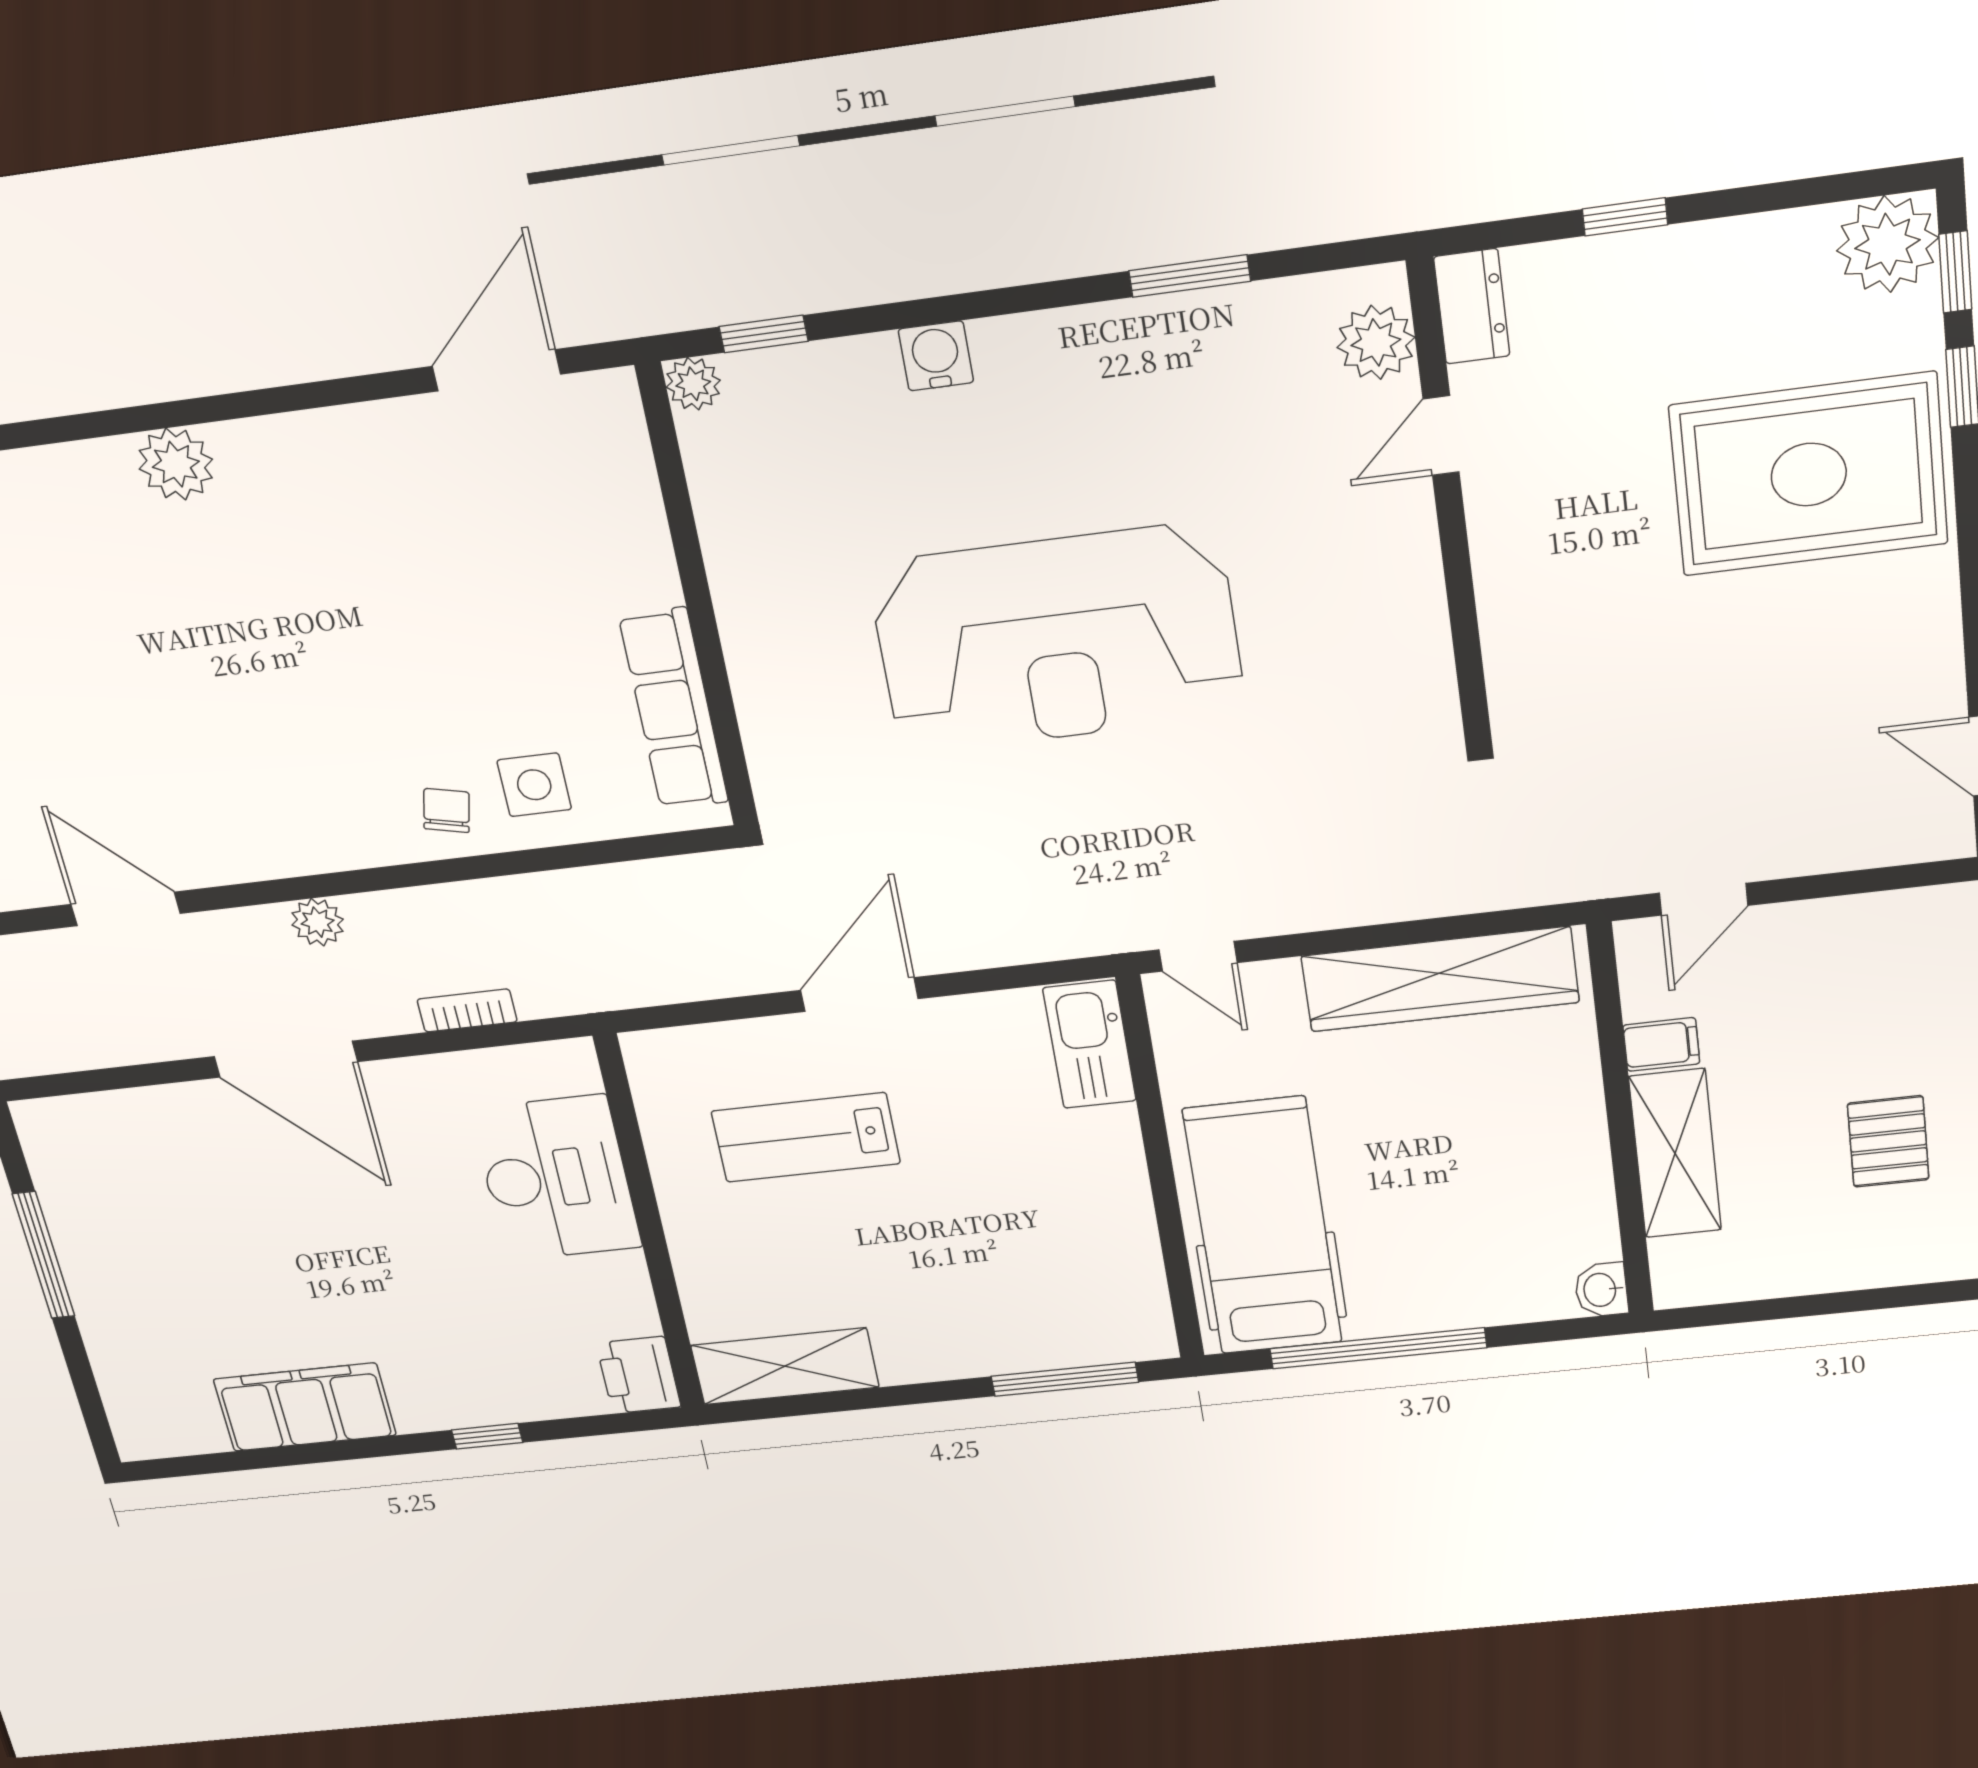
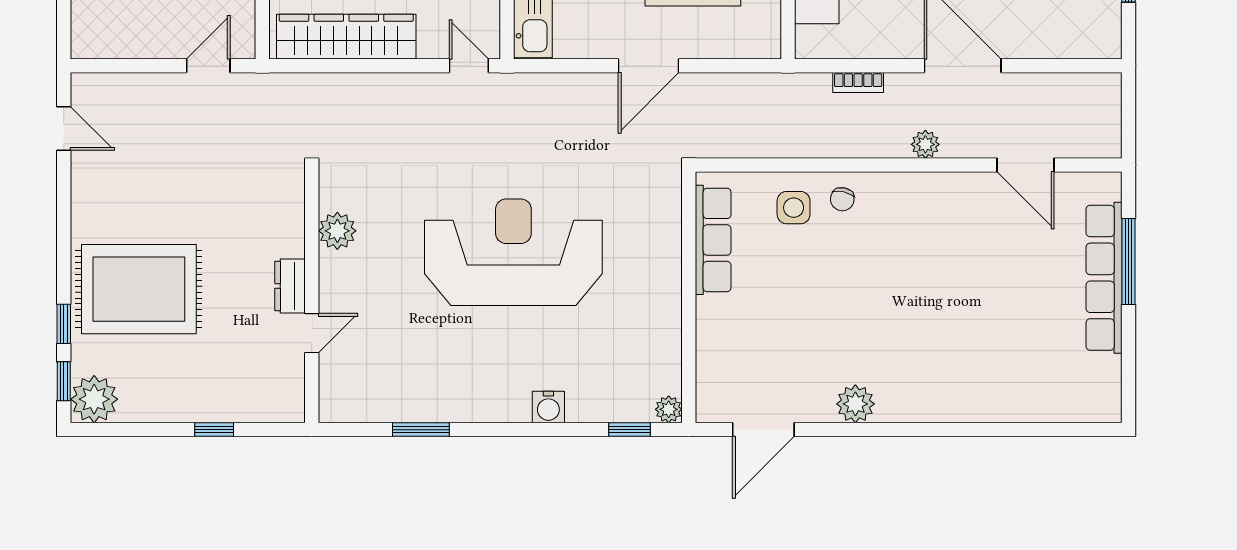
dresser: (1472, 306) -> (290, 286), moved
plant: (1376, 342) -> (337, 231), moved
plant: (176, 464) -> (855, 404), moved

